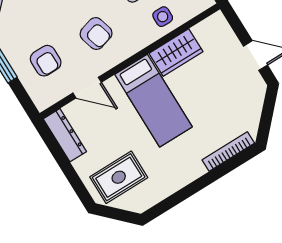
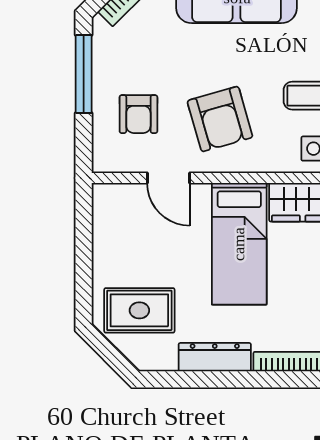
armchair: (96, 33) -> (220, 119), width x1.38, depth x1.38
dresser: (65, 135) -> (215, 357), moved, turned -90

